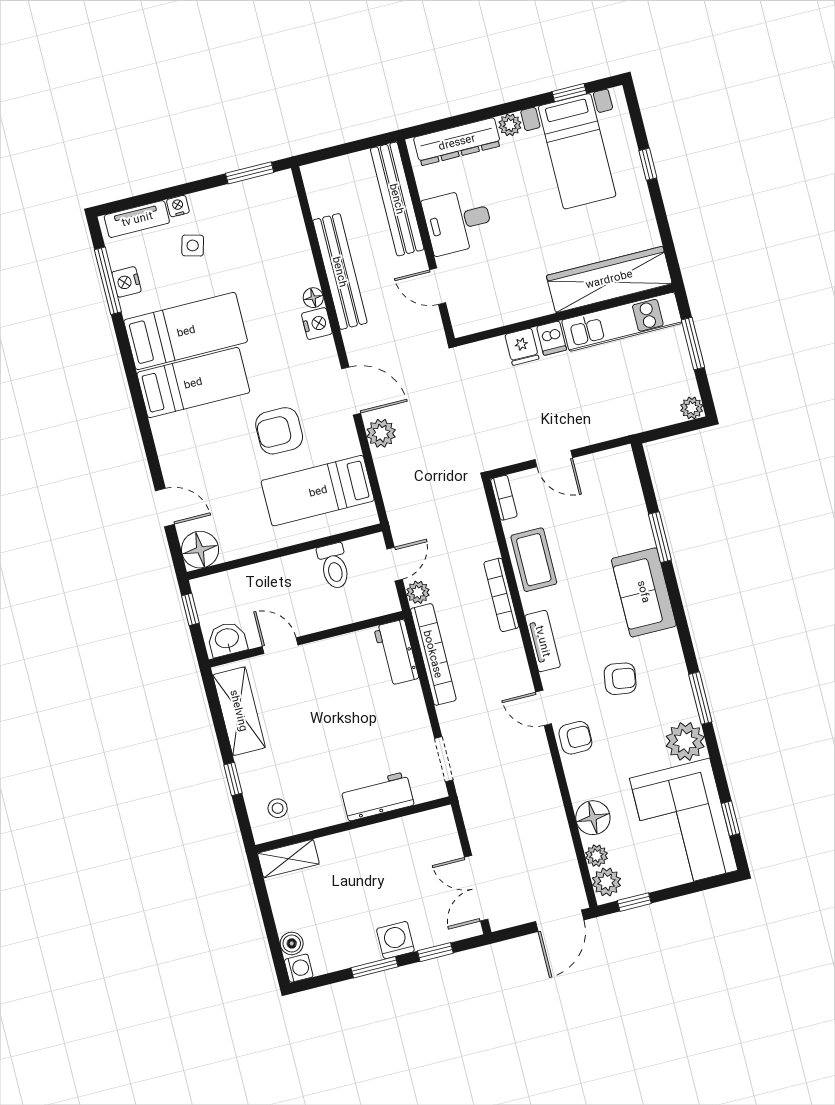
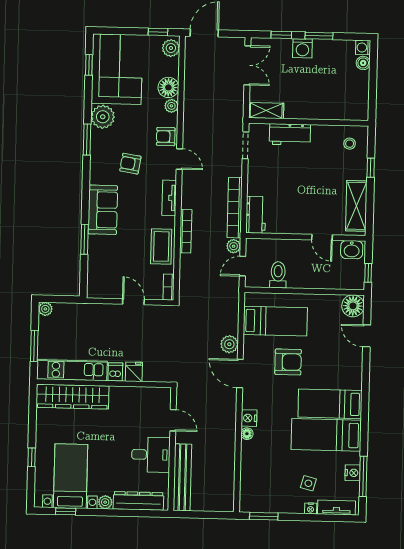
bench: (340, 272) -> (227, 445), removed
plant: (596, 856) -> (171, 106), moved
shelving: (288, 859) -> (266, 111), moved

